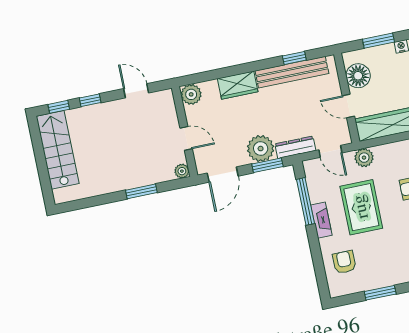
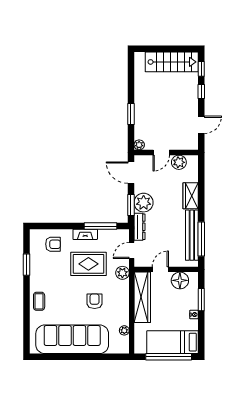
window: (294, 58) -> (201, 239), width x2.17
plant: (191, 94) -> (179, 162), moved

